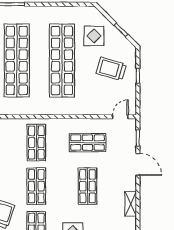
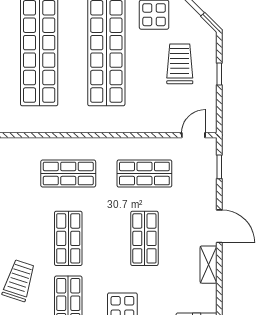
trolley: (111, 69) -> (180, 64), turned 74
shop shelf: (36, 143) -> (68, 174), turned 90
door: (138, 164) -> (219, 226), moved

